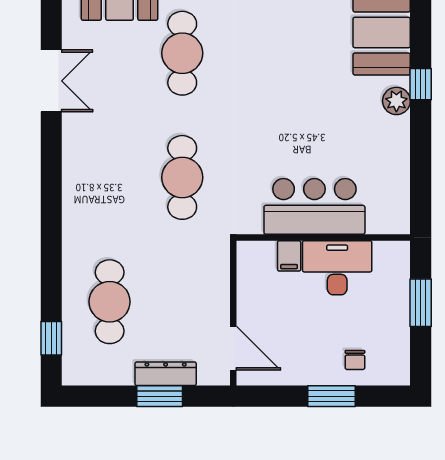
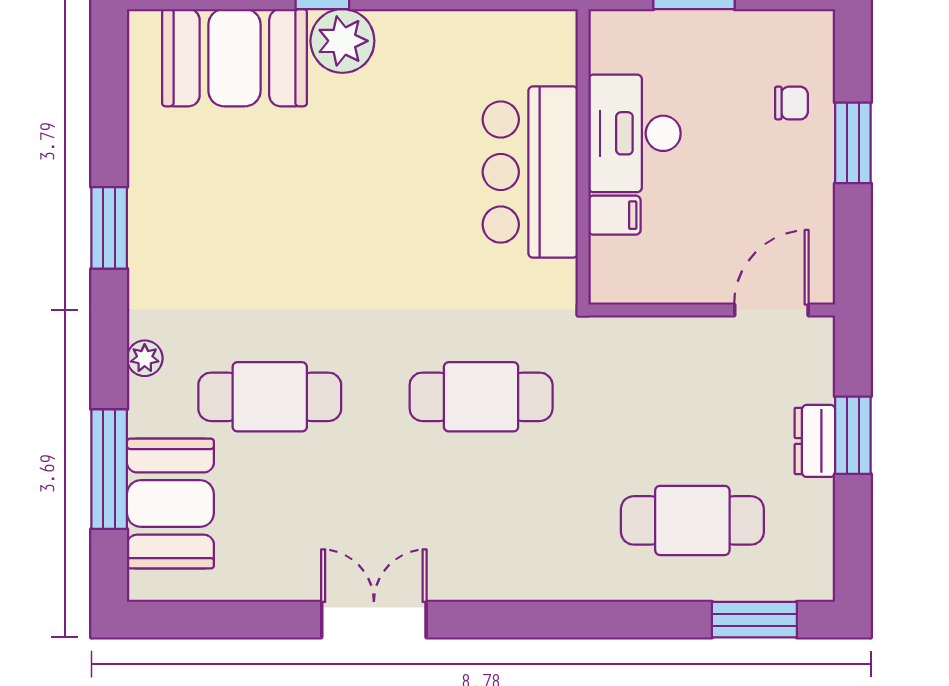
double door: (51, 81) -> (374, 620), moved
plant: (396, 101) -> (342, 41), width x1.36, depth x1.36
window: (51, 338) -> (754, 620), width x1.50
dresser: (166, 374) -> (815, 441), width x0.70

